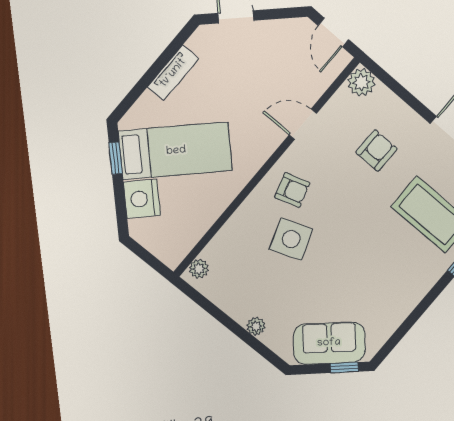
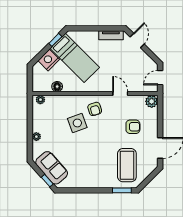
tv unit: (173, 73) -> (111, 35), moved
floor lamp: (200, 222) -> (57, 87), added

